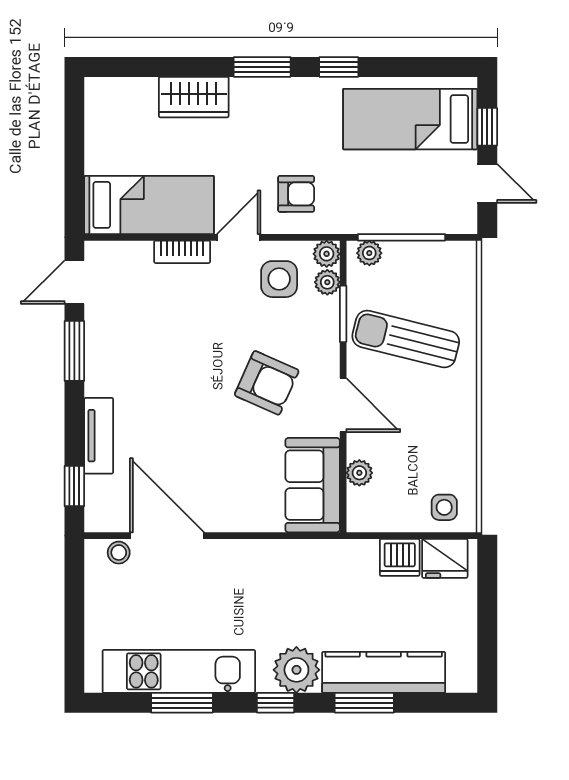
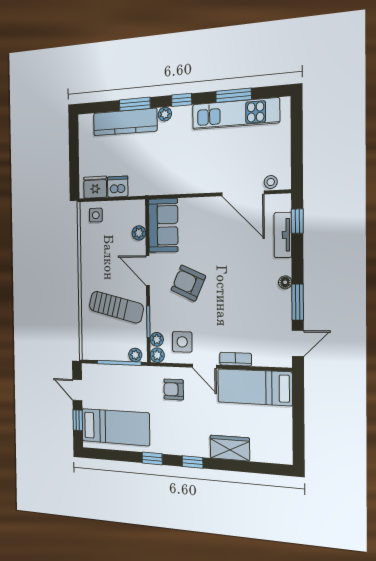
window: (262, 67) -> (192, 462), width x0.67
door: (239, 237) -> (204, 366), hinge flipped
floor lamp: (95, 384) -> (285, 282), added
tv unit: (99, 436) -> (283, 235), moved
plant: (296, 670) -> (165, 114), width x0.53, depth x0.53

